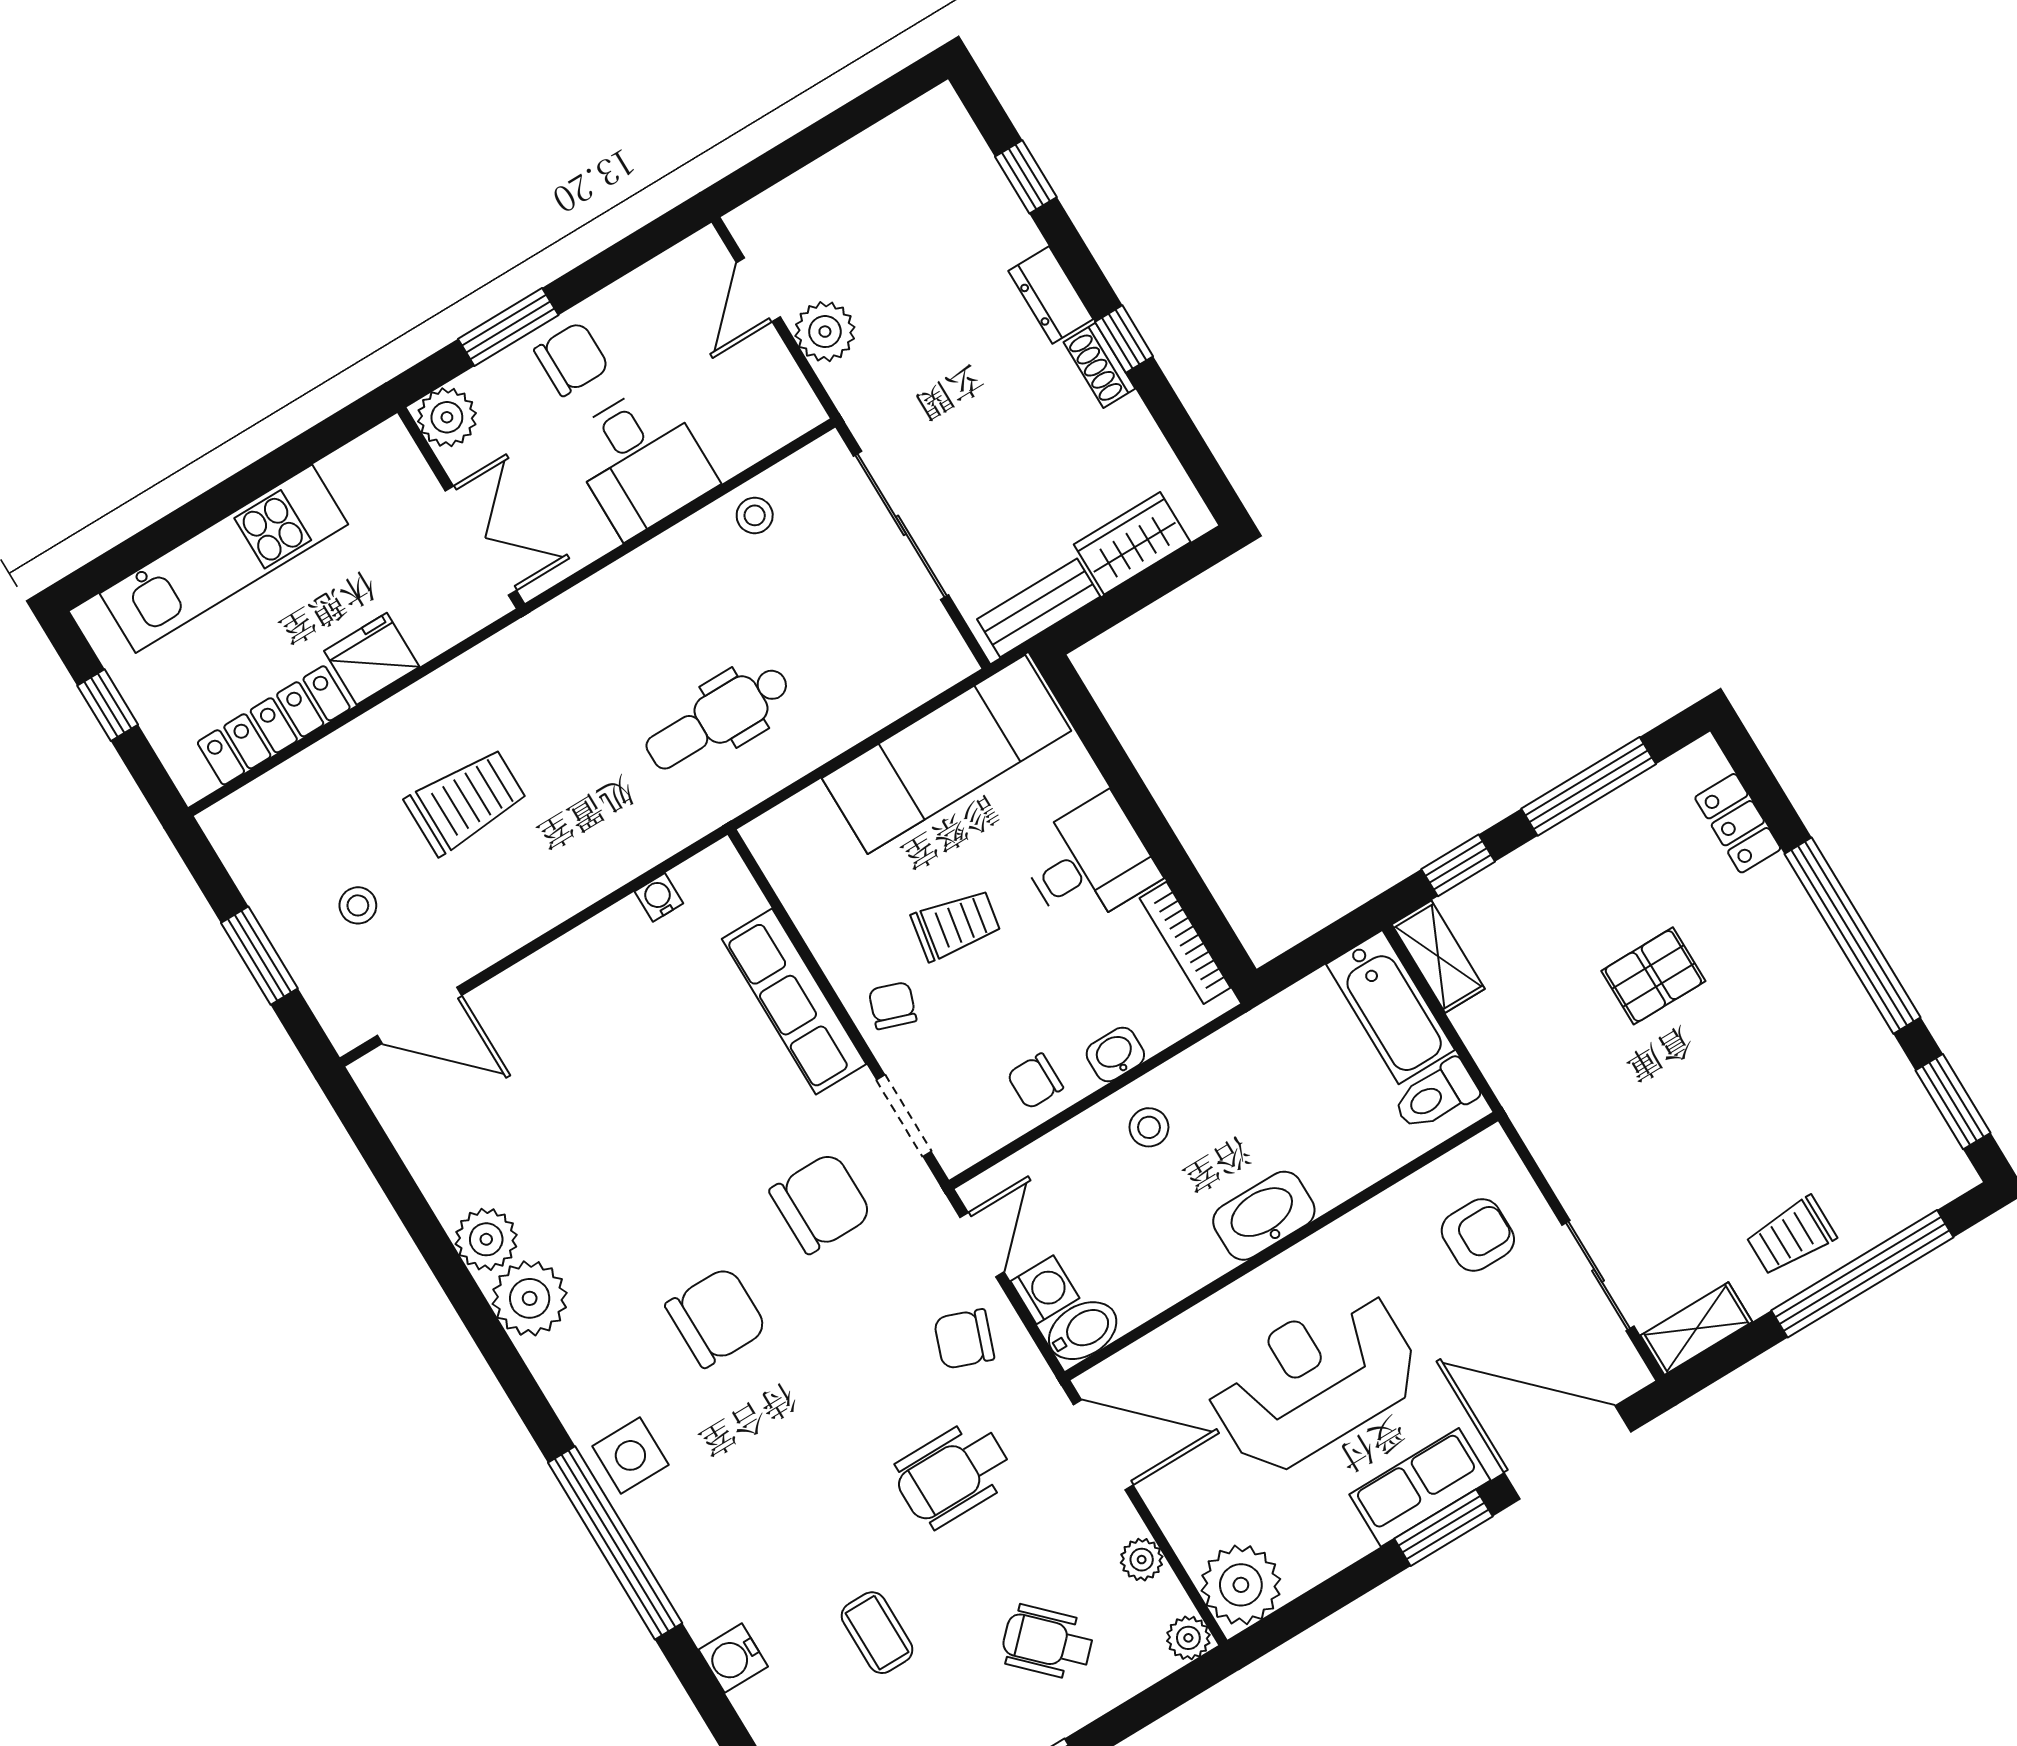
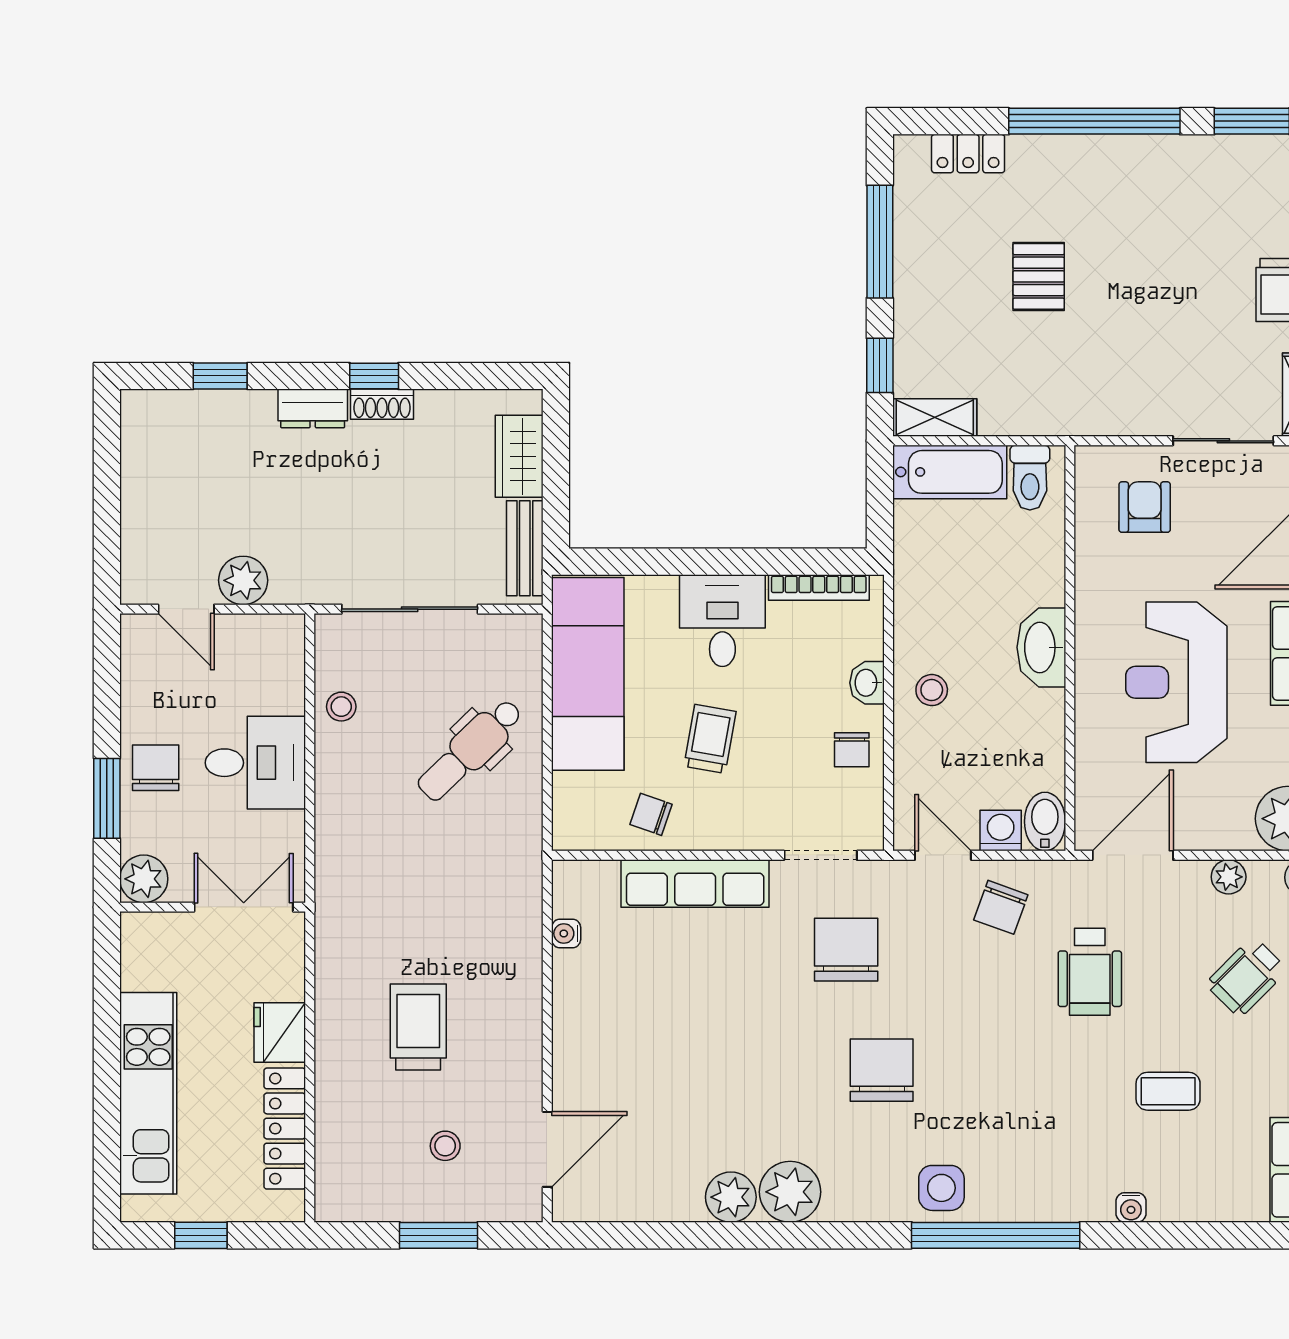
dental chair: (718, 718) -> (470, 750), moved, turned 46
chair: (893, 1006) -> (651, 814), moved
water cooler: (733, 1658) -> (1131, 1207), width x0.72, depth x0.72

